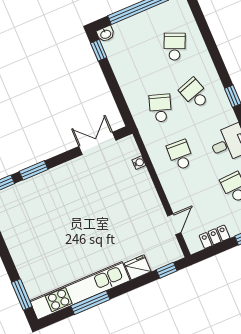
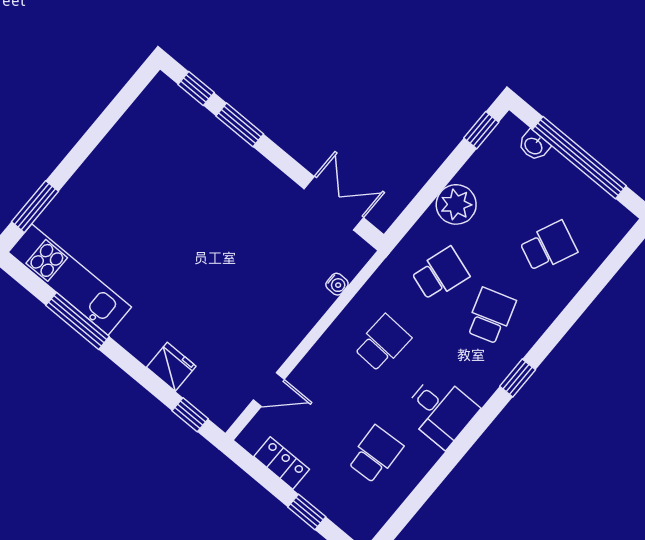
washbasin: (106, 34) -> (534, 146), moved
plant: (130, 82) -> (456, 204), added
kitchen unit: (80, 291) -> (70, 280), width x0.73

